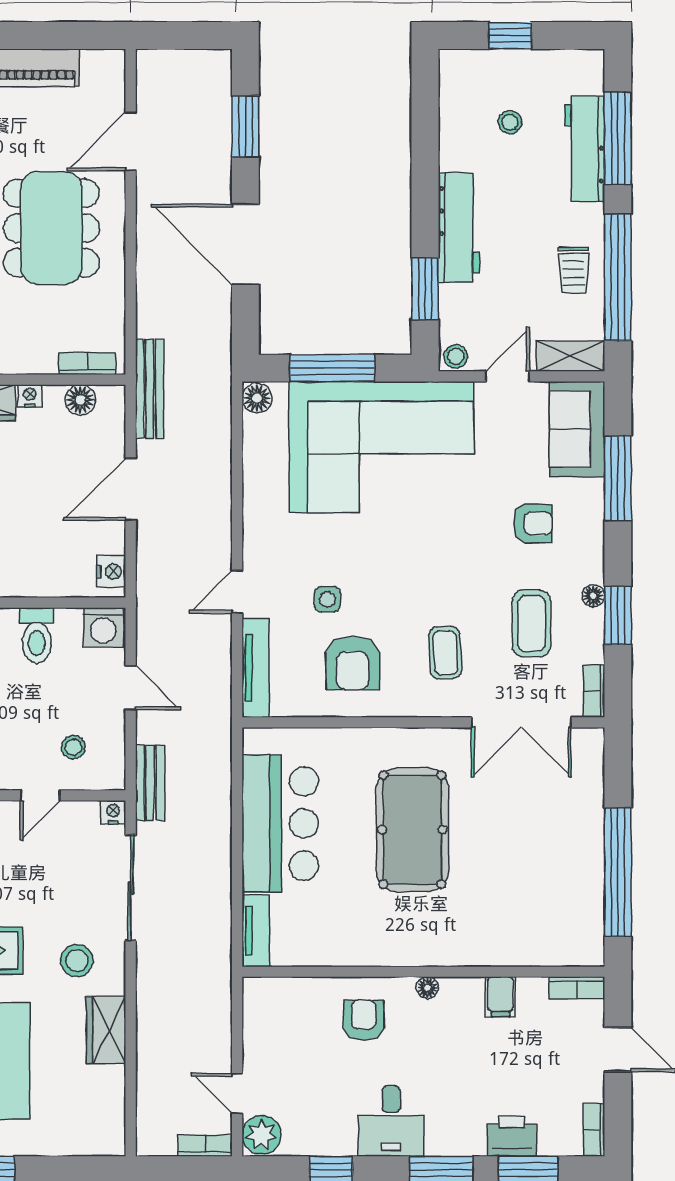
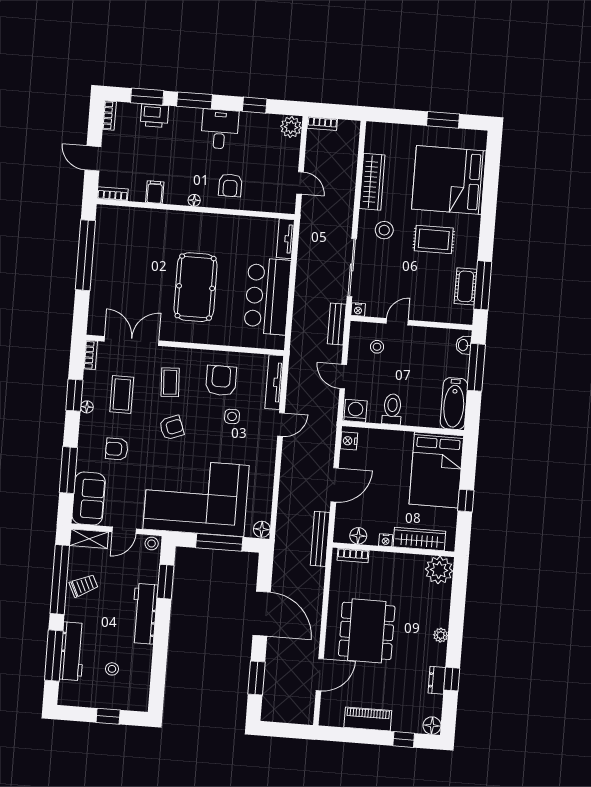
trolley: (574, 270) -> (84, 586), turned 64
armchair: (436, 570) -> (172, 428), added
wardrobe: (106, 1030) -> (372, 182), width x1.50
door: (237, 1094) -> (300, 183), moved

